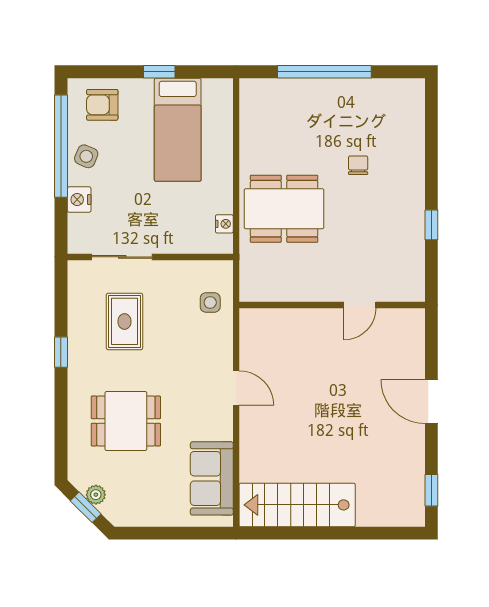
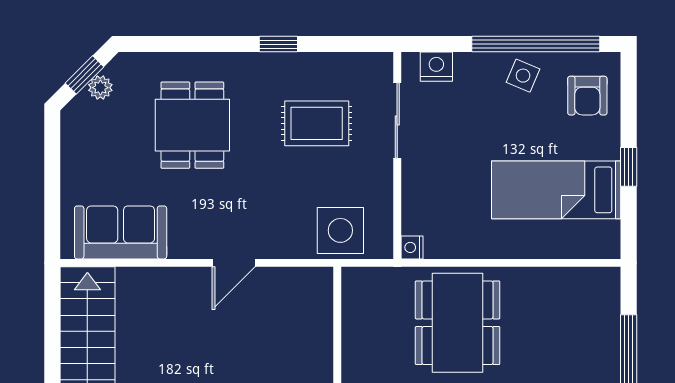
armchair: (102, 105) -> (587, 96), turned 180
nightstand: (79, 200) -> (436, 67), moved
nightstand: (224, 224) -> (412, 247), moved, turned 90
side table: (210, 302) -> (340, 230), width x1.87, depth x1.87

